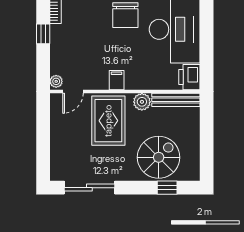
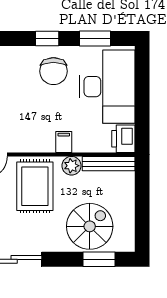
filing cabinet: (117, 80) -> (64, 142), moved
window: (167, 188) -> (99, 259), width x1.50

